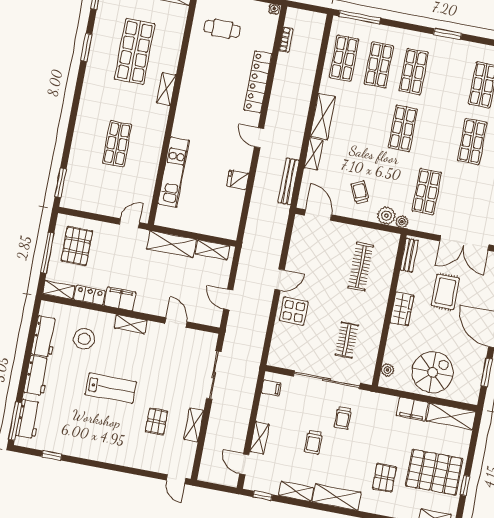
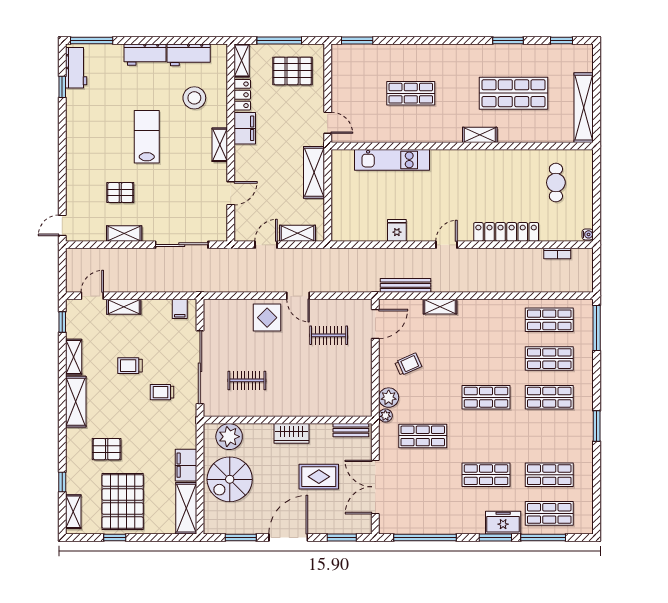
shelving: (323, 117) -> (482, 309), removed
shelving: (212, 250) -> (297, 233), moved, turned 90
clothes rail: (361, 267) -> (329, 335), moved, width x0.73
plant: (388, 370) -> (229, 437), width x1.88, depth x1.88
spiral stairs: (433, 372) -> (230, 479), turned 90
lab bench: (111, 388) -> (147, 137), turned 180
workbench: (28, 419) -> (76, 68), moved, turned -90

